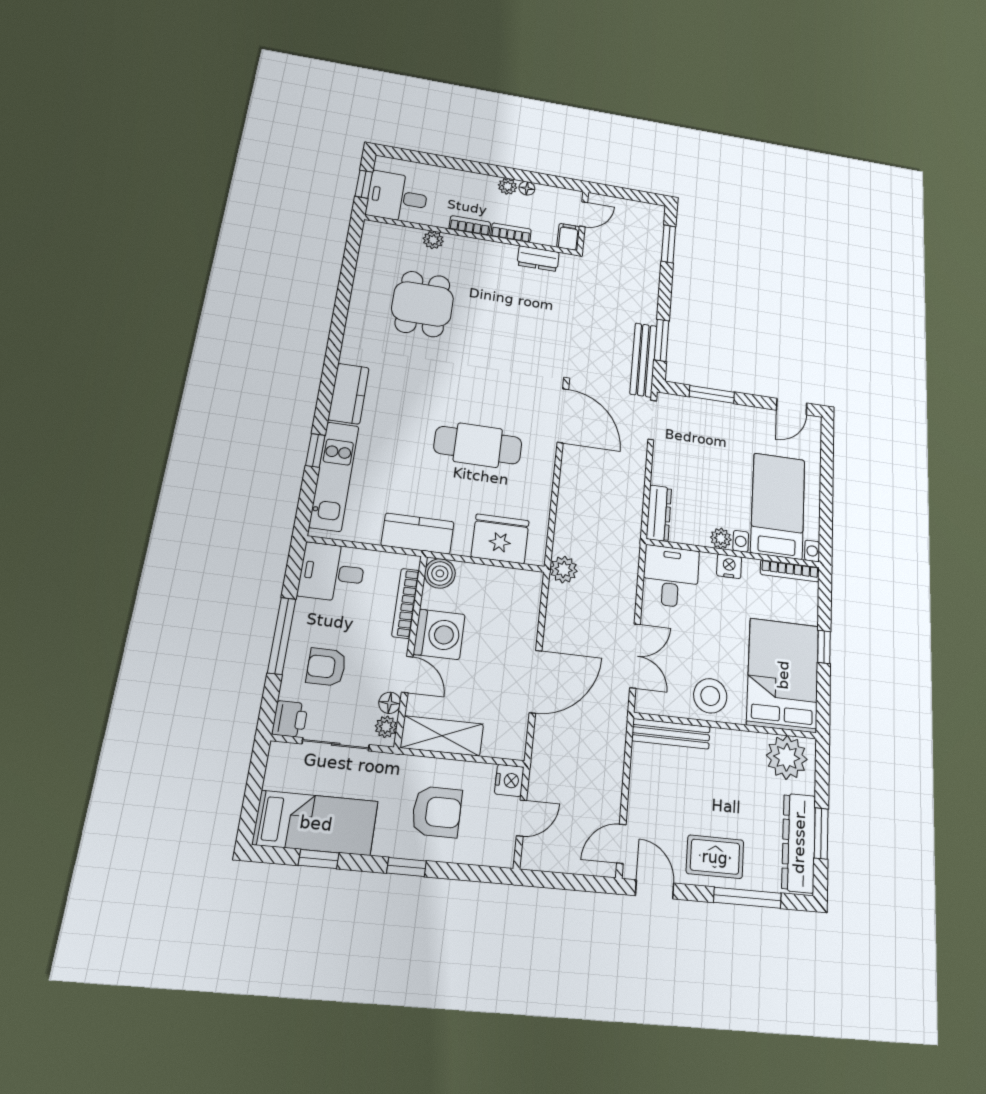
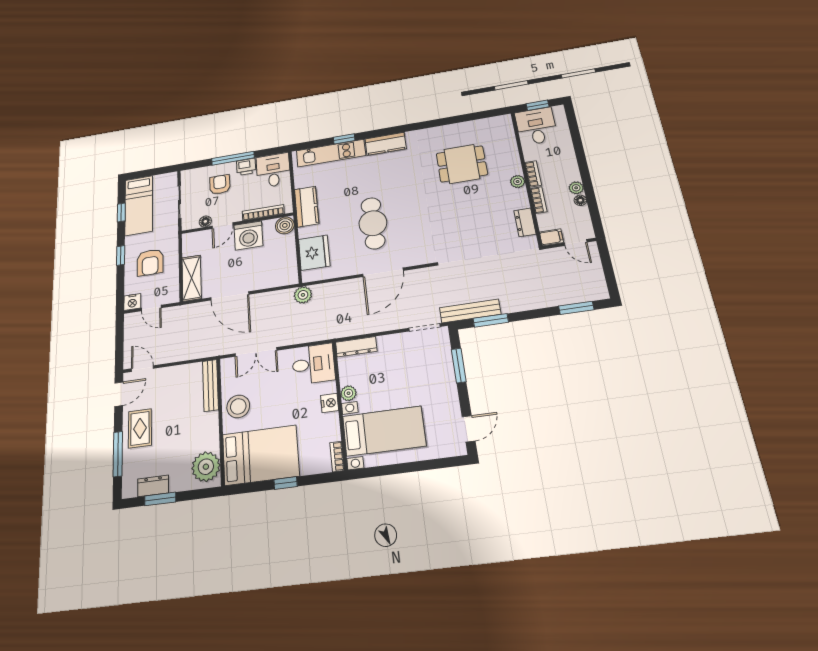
plant: (433, 240) -> (518, 182), moved
door: (792, 407) -> (469, 429), swing flipped
door: (563, 416) -> (383, 272), moved
bookcase: (790, 571) -> (337, 457), width x0.64
printer: (290, 719) -> (246, 167), moved
plant: (386, 727) -> (192, 224), removed
shelving: (442, 736) -> (192, 278), moved
nightstand: (509, 780) -> (132, 302), moved
dresser: (799, 843) -> (153, 486), width x0.51, depth x0.80

